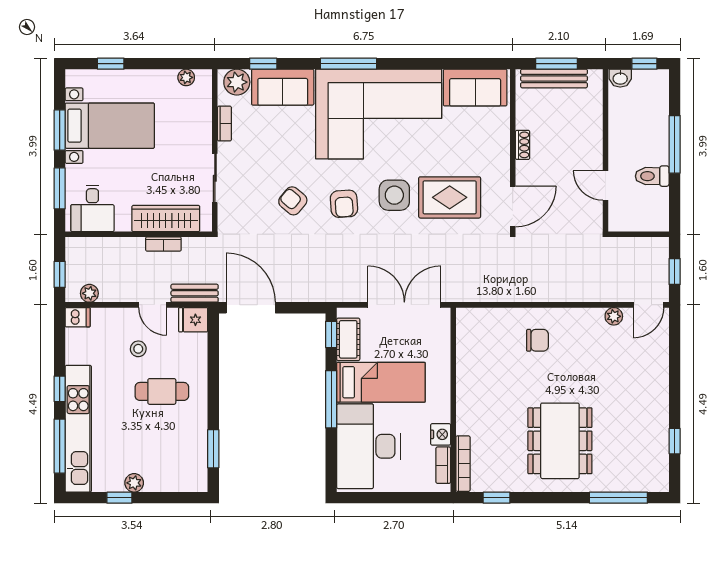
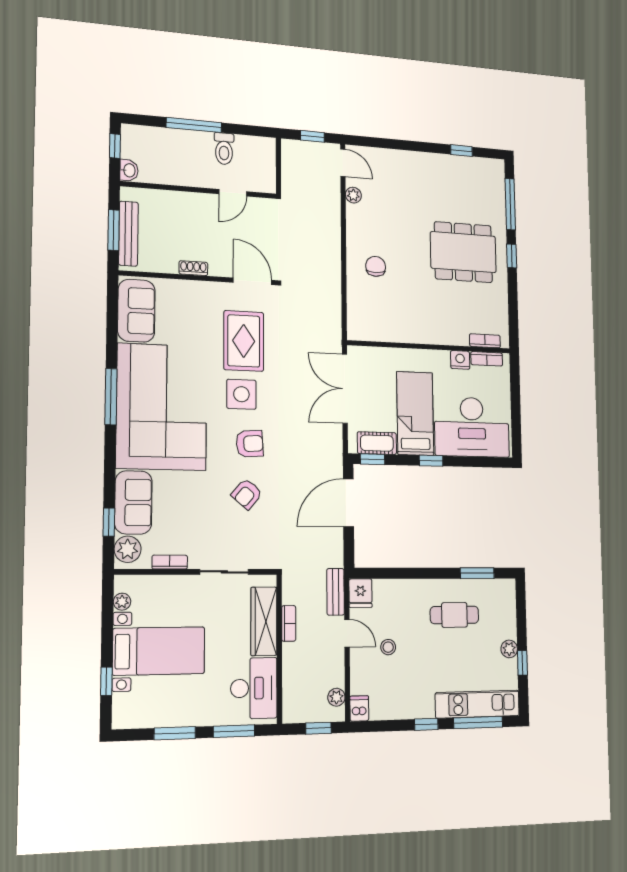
window: (349, 64) -> (111, 397), moved
bed with nightstands: (110, 126) -> (159, 651), moved, turned 90
desk: (92, 208) -> (254, 688), width x1.37
door: (153, 305) -> (347, 633), hinge flipped
door: (251, 308) -> (348, 503), moved
cafe table: (162, 391) -> (454, 615), moved, turned 90
window: (331, 399) -> (431, 461), width x0.46
kitchen unit: (78, 429) -> (477, 704), width x0.73
bookcase: (463, 464) -> (485, 341), width x0.64
window: (497, 498) -> (512, 256), moved

